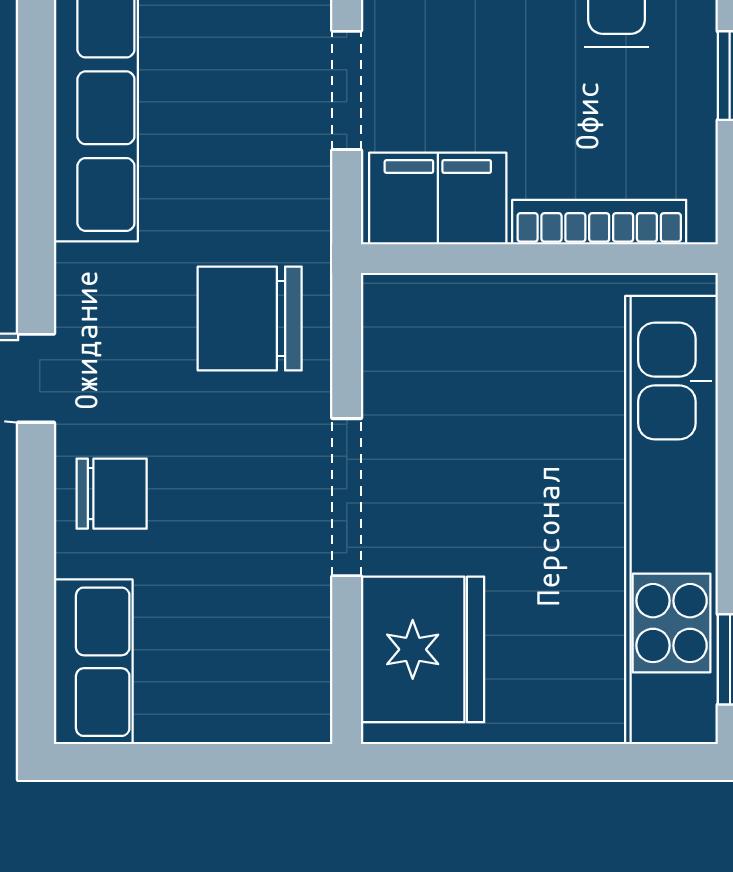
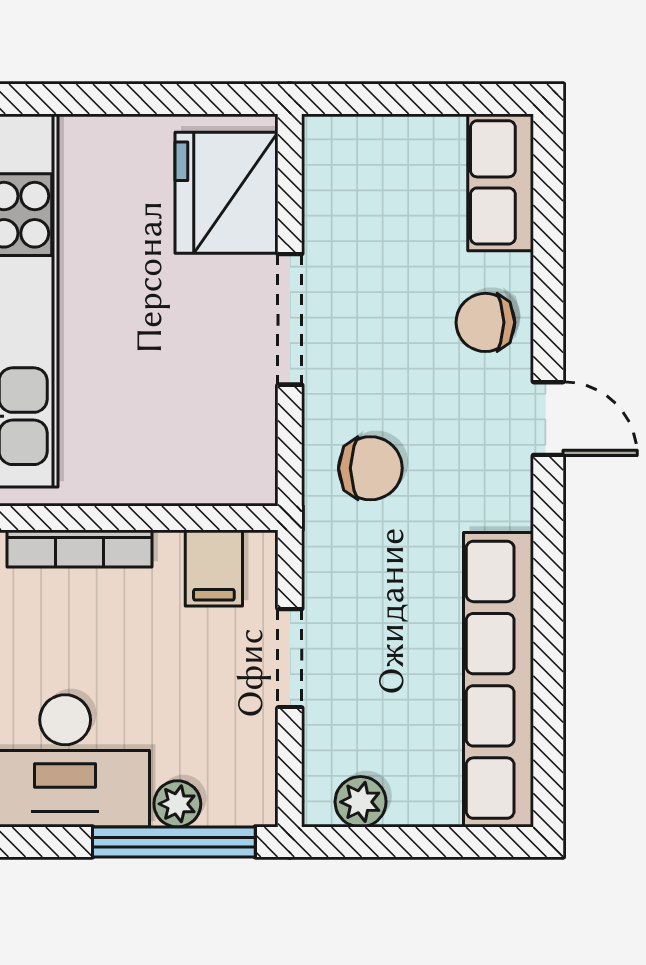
filing cabinet: (438, 199) -> (214, 568), width x0.50
chair: (250, 318) -> (370, 468), width x0.73, depth x0.73

